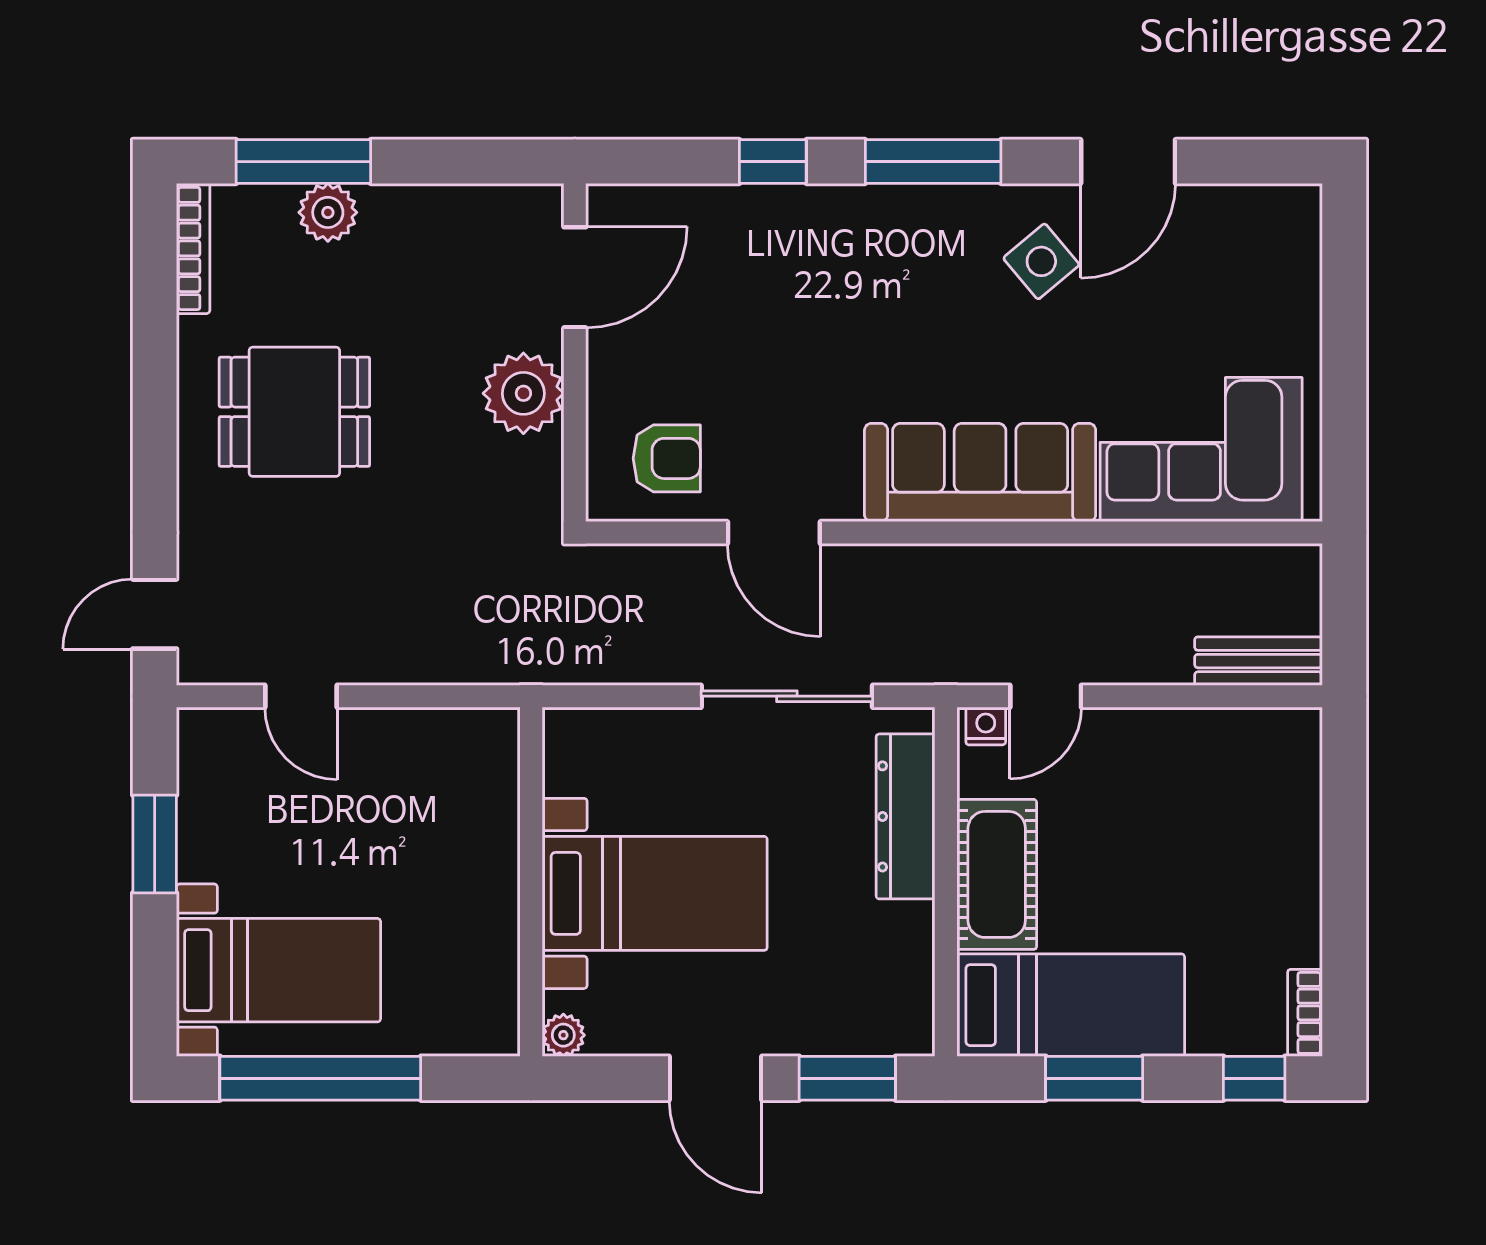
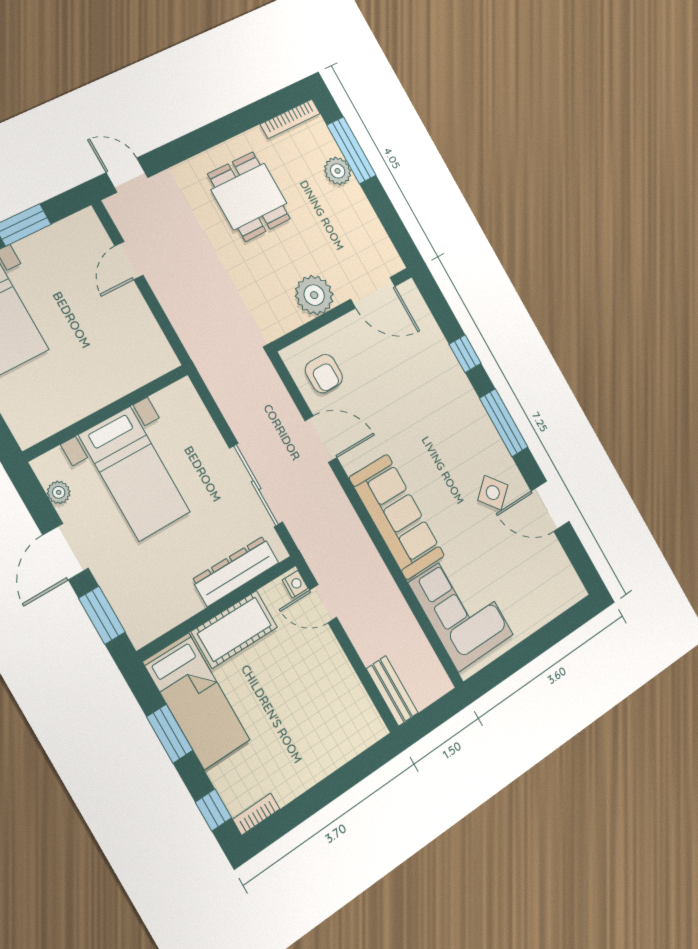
door: (774, 533) -> (321, 439), swing flipped
plant: (563, 1035) -> (59, 492), moved

